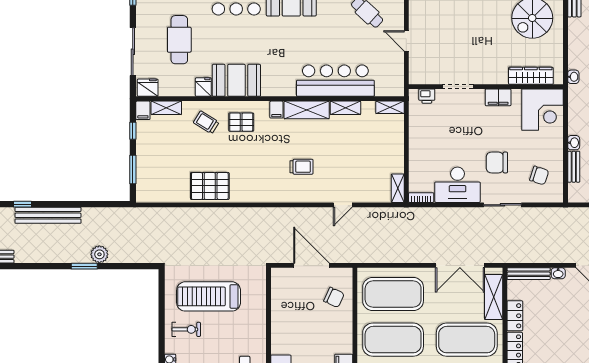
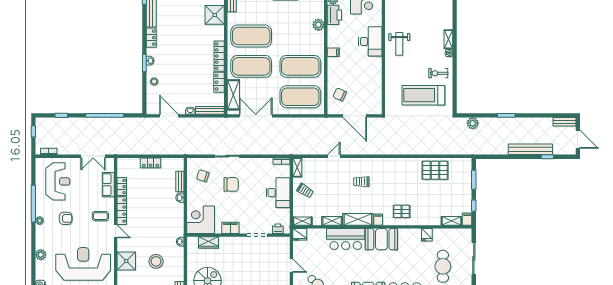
wardrobe: (531, 76) -> (208, 242), width x0.67
booth: (236, 80) -> (381, 239), moved
bar counter: (335, 81) -> (346, 239), width x0.73
fridge: (148, 88) -> (300, 234), moved
trolley: (206, 122) -> (305, 191), moved
desk: (457, 185) -> (278, 193), moved, turned 90
pallet: (210, 186) -> (435, 170), moved
plant: (99, 254) -> (473, 123), moved
treadmill: (209, 296) -> (423, 95), turned 180

